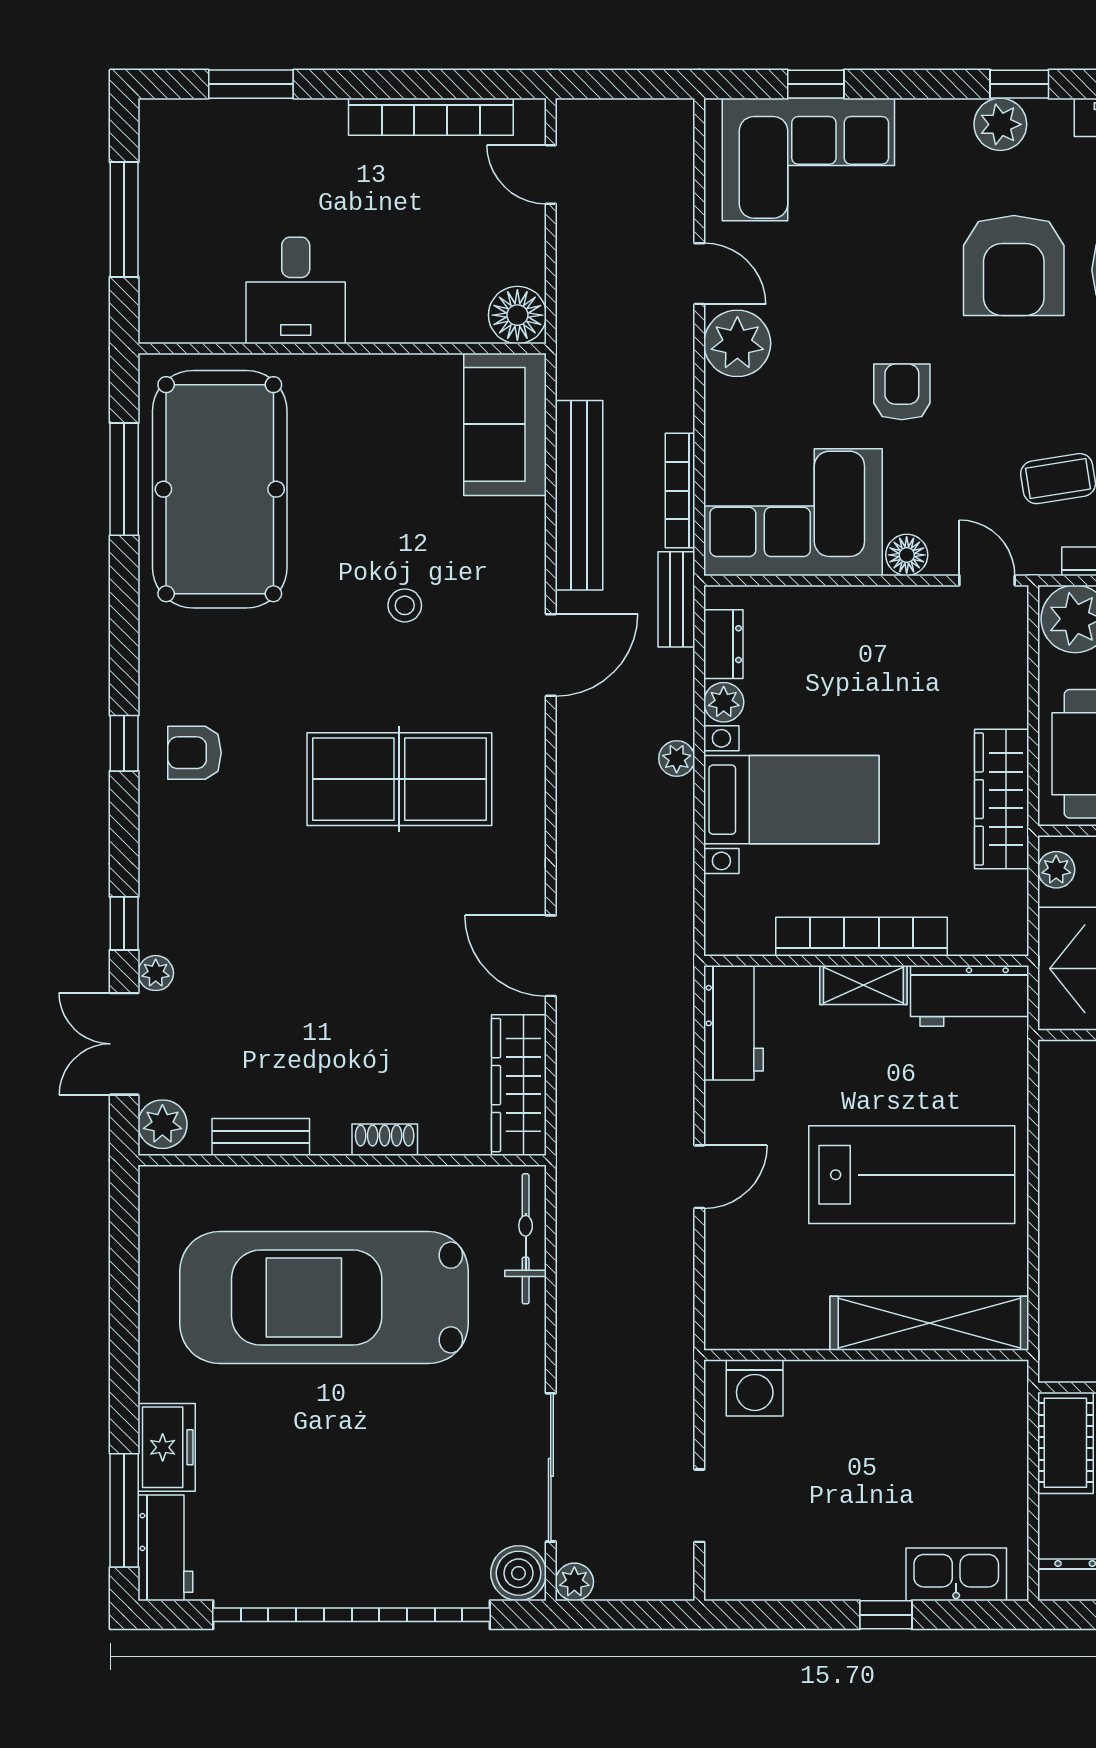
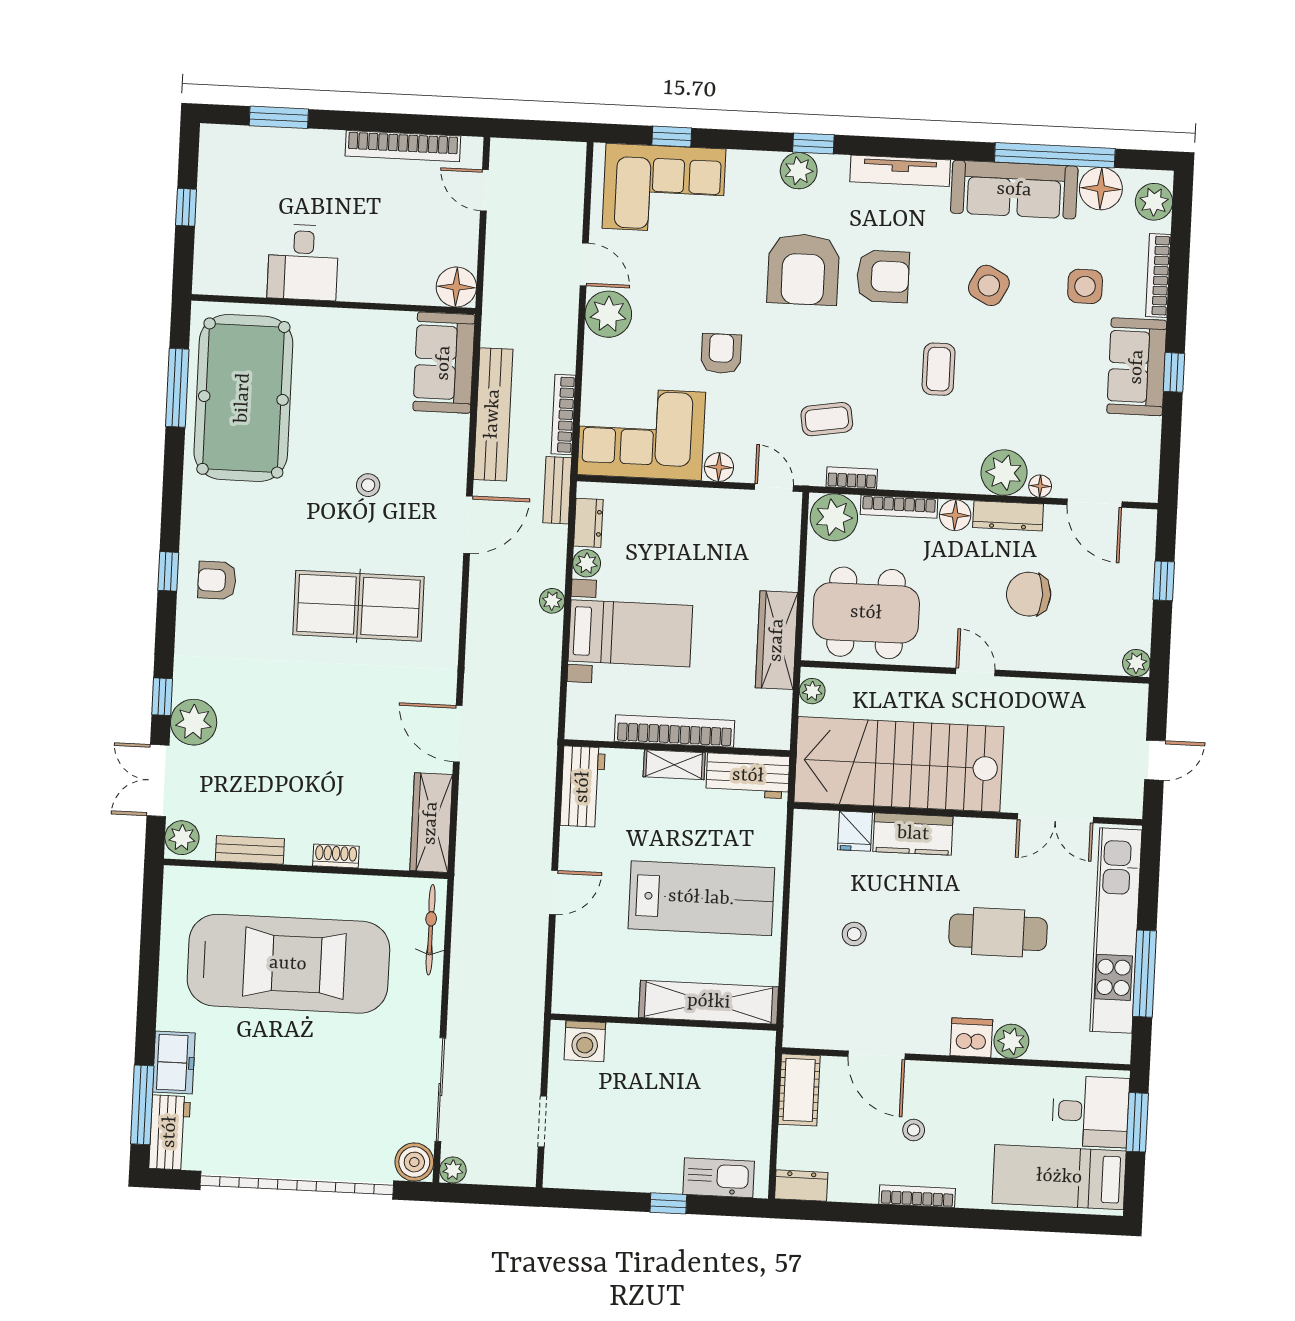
window: (124, 220) -> (186, 207), width x0.46
plant: (156, 973) -> (194, 722), width x1.88, depth x1.88
car: (324, 1298) -> (288, 964), turned 180

